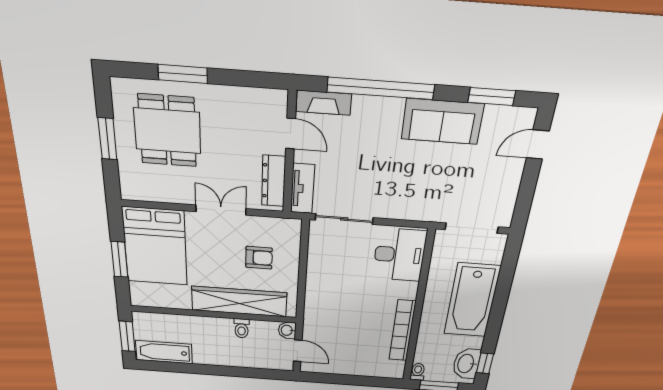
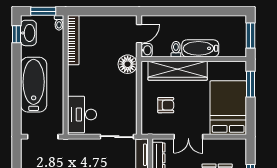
armchair: (259, 258) -> (166, 105), turned 180
window: (119, 259) -> (251, 84), moved
floor lamp: (318, 315) -> (128, 64), added
bookcase: (402, 331) -> (73, 40), moved
door: (298, 351) -> (139, 34), swing flipped
bathtub: (164, 352) -> (200, 48), moved, turned 180

